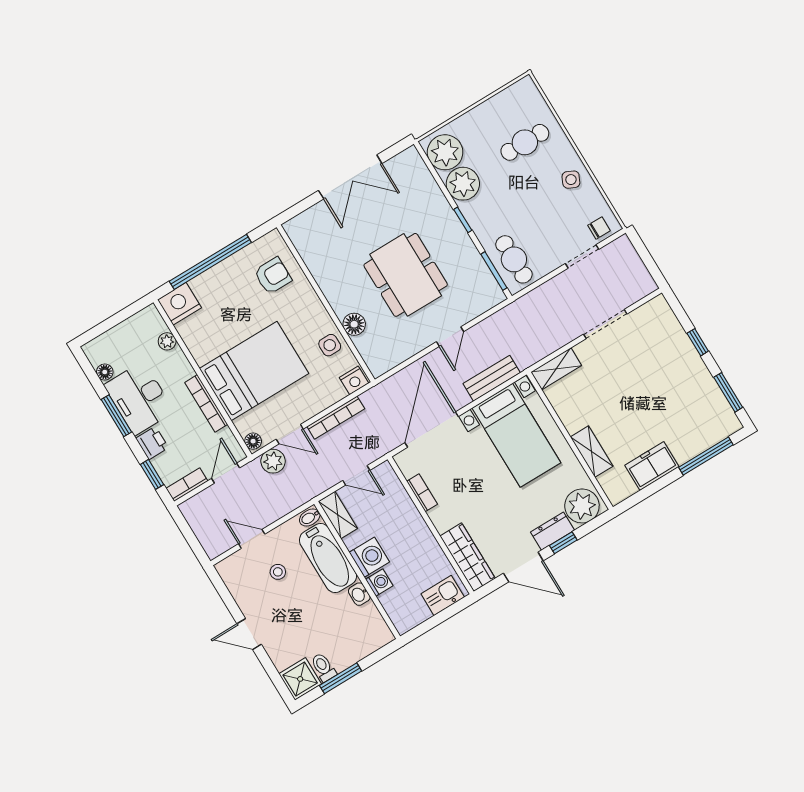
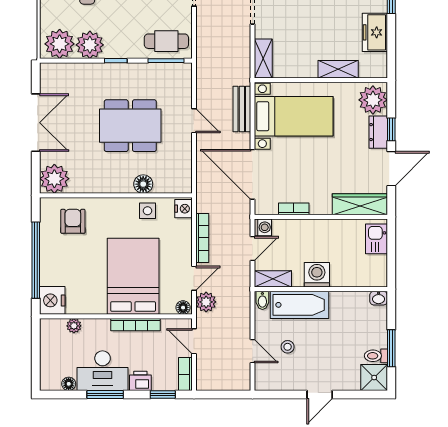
plant: (305, 231) -> (54, 179), added
door: (252, 539) -> (253, 351), swing flipped
washing machine: (379, 582) -> (263, 227), moved, turned 90
washbasin: (359, 594) -> (379, 298), moved

